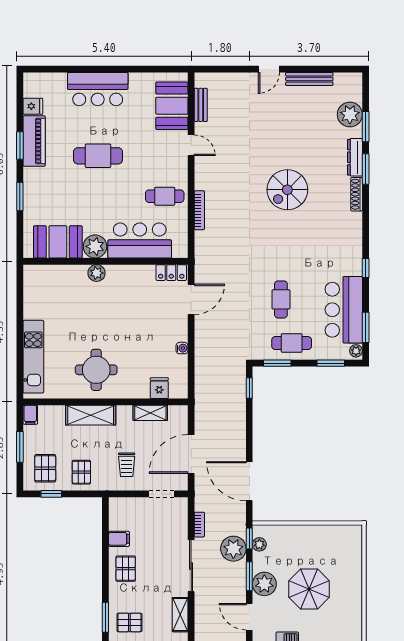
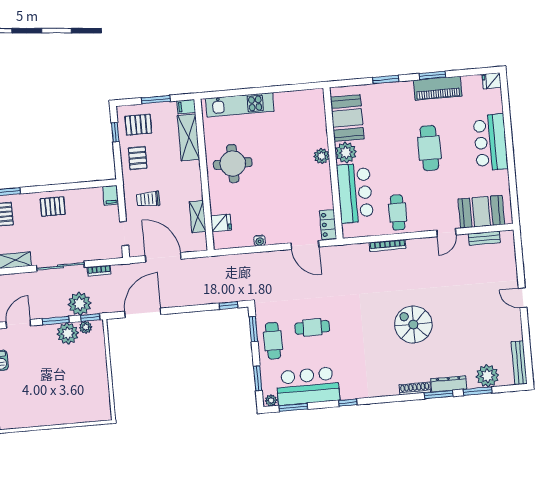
bench: (309, 79) -> (519, 363), moved
fridge: (33, 106) -> (492, 81), moved, turned 90
shelving: (91, 415) -> (189, 137), moved
pallet: (81, 472) -> (138, 158), turned 90
filing cabinet: (119, 539) -> (111, 195), moved
plant: (264, 584) -> (68, 333), moved
parasol: (309, 589) -> (49, 376), removed

